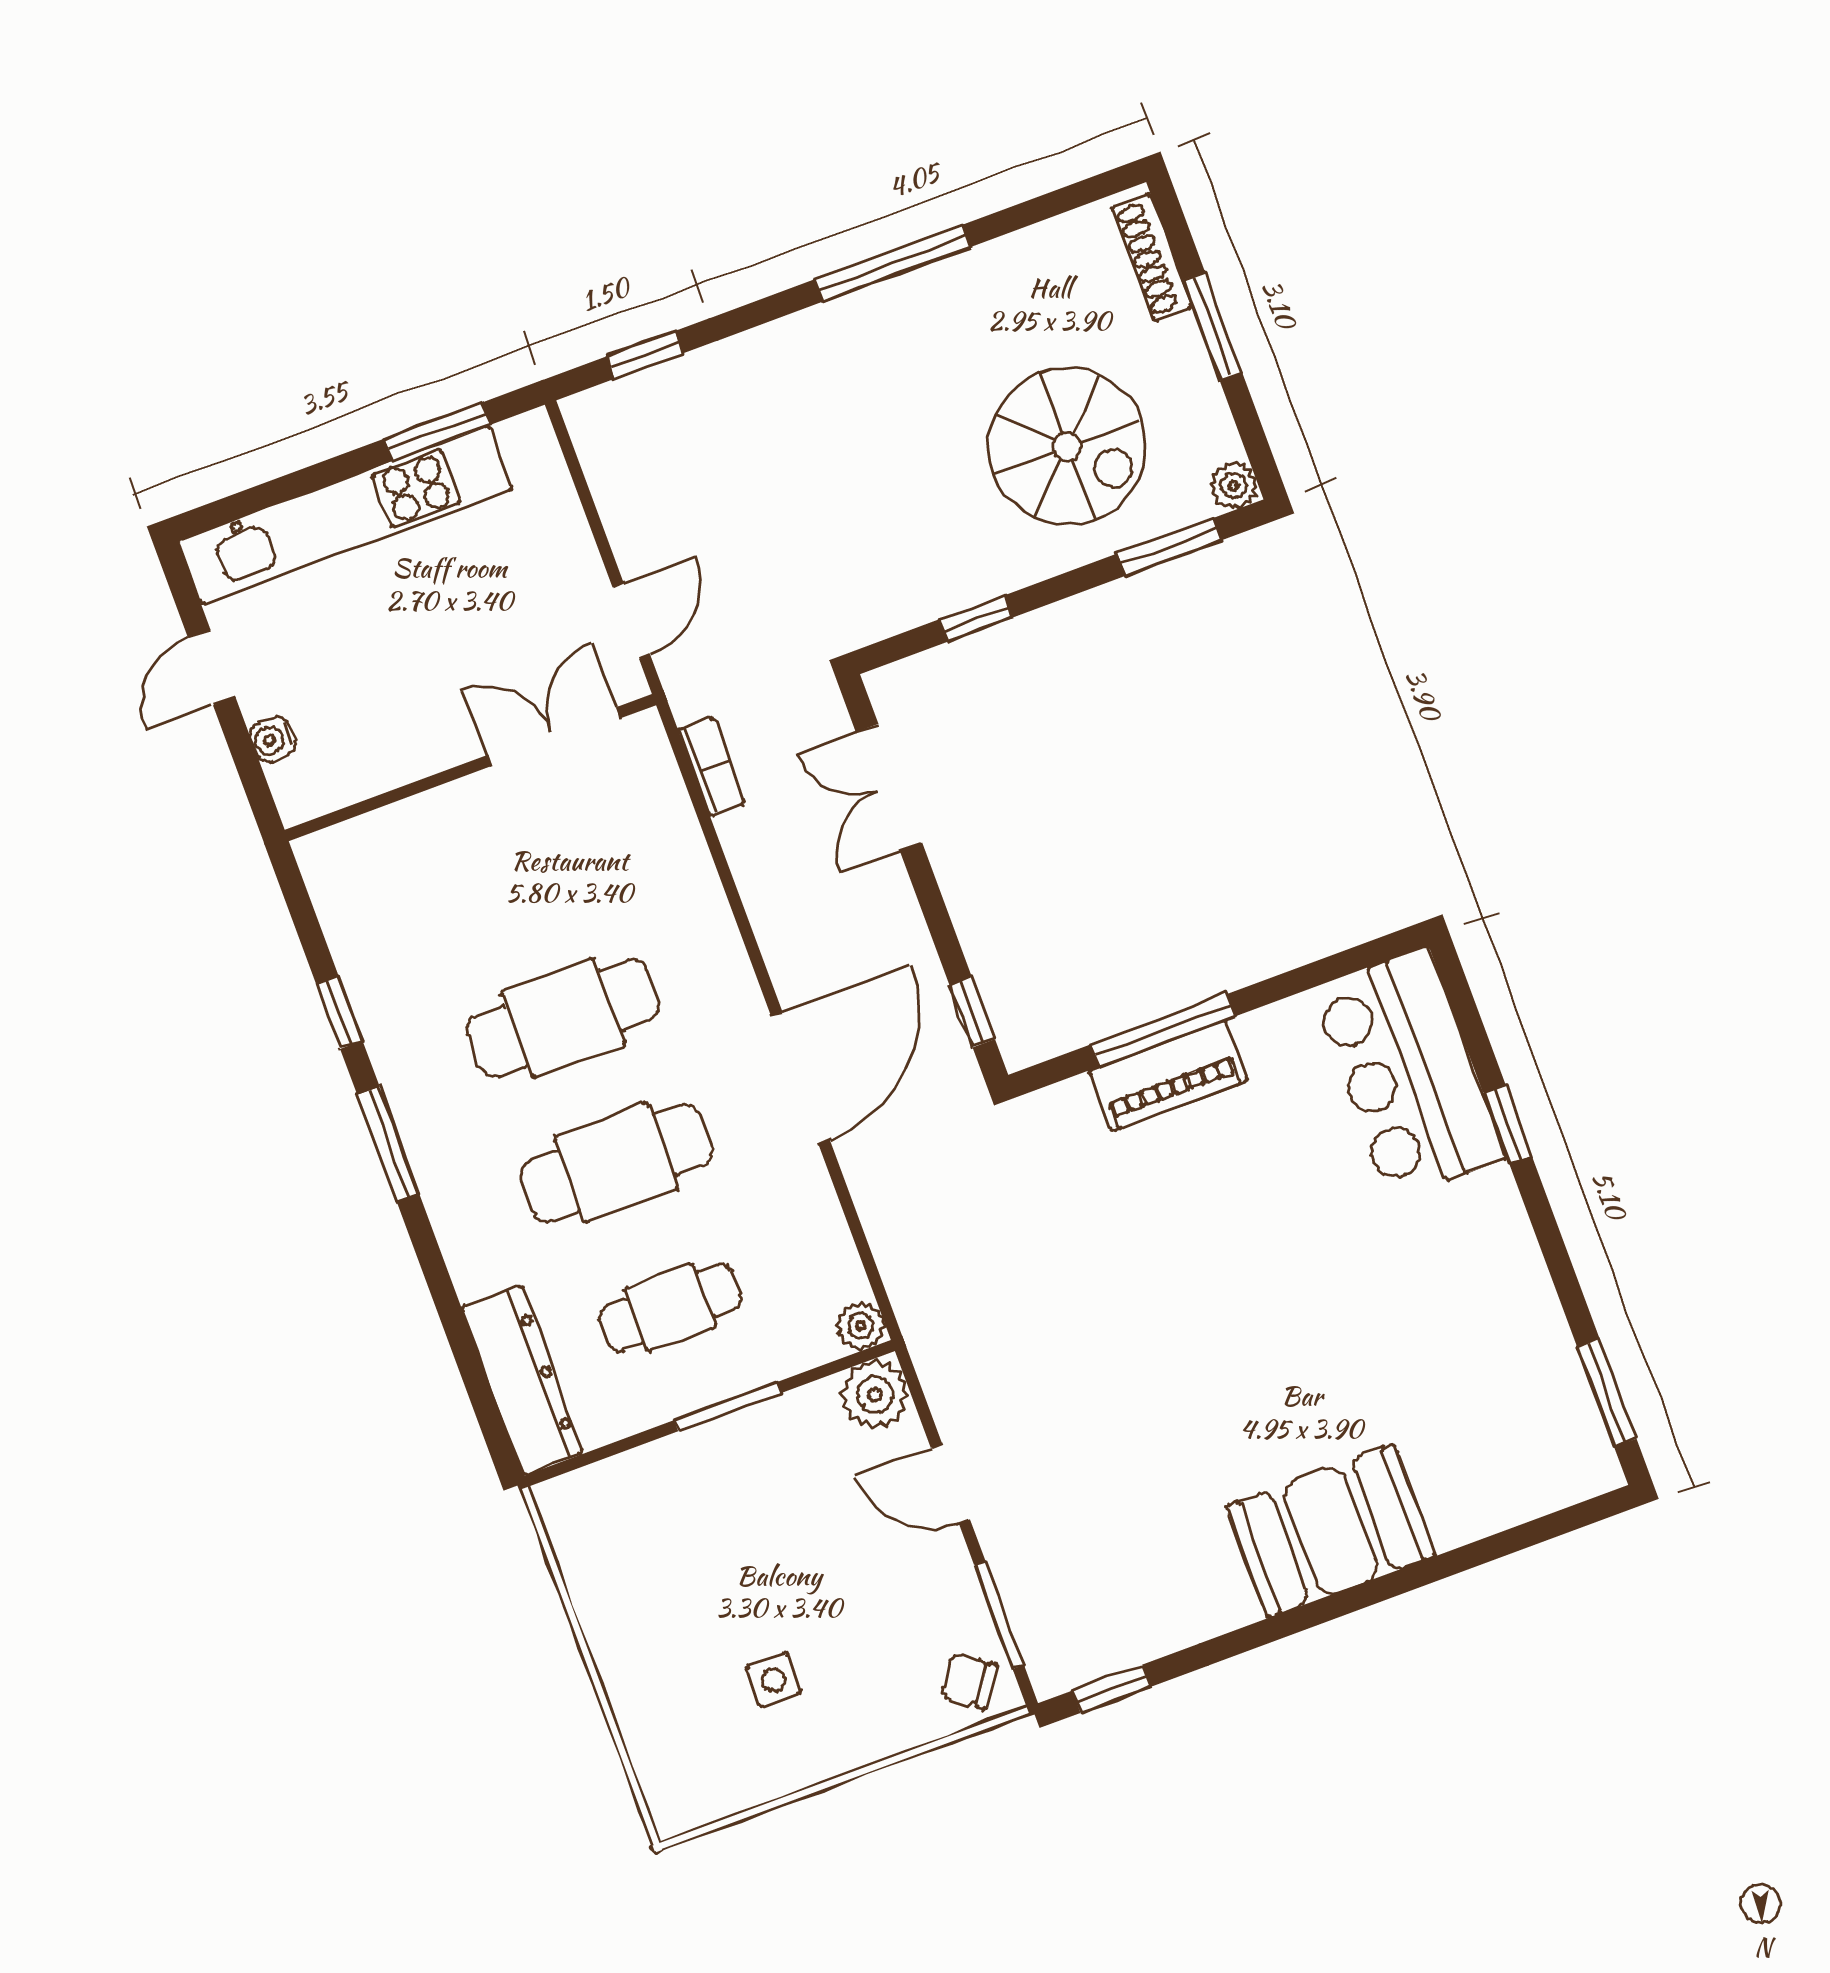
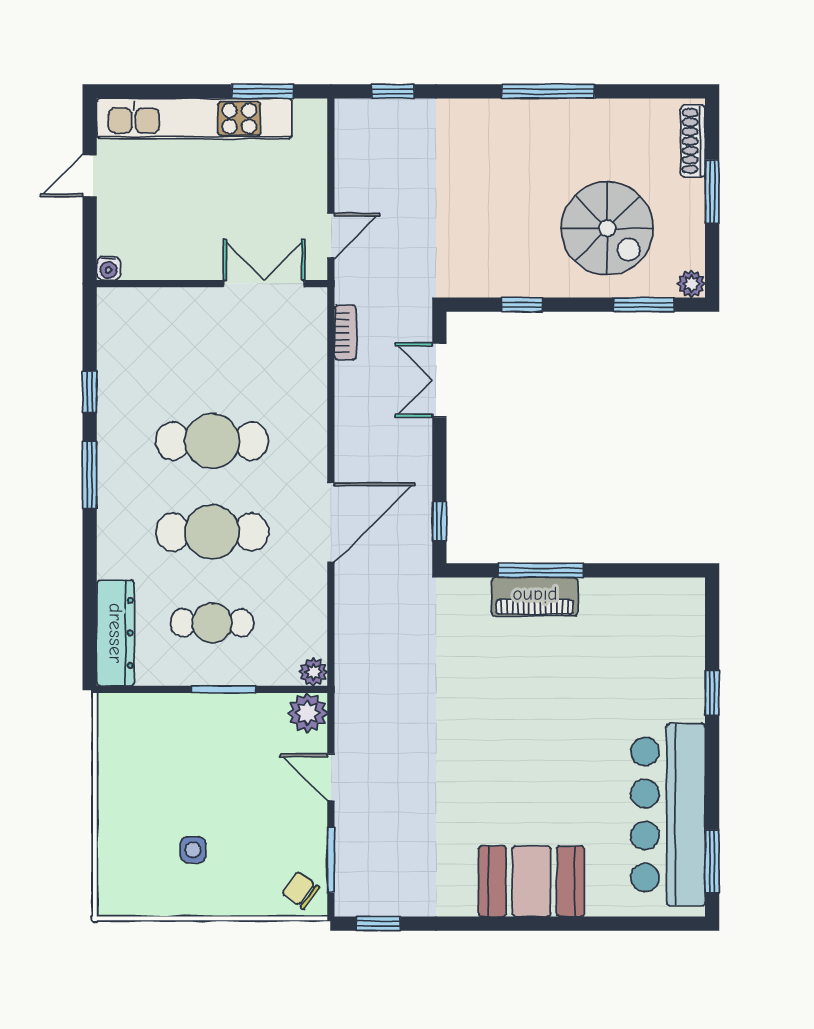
water cooler: (273, 739) -> (109, 268), moved, turned -90
bar counter: (1409, 1073) -> (668, 815), moved, width x1.36

